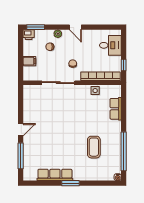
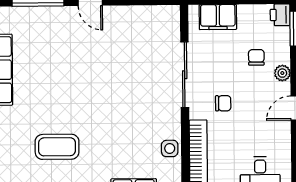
filing cabinet: (29, 61) -> (218, 17), width x2.00

